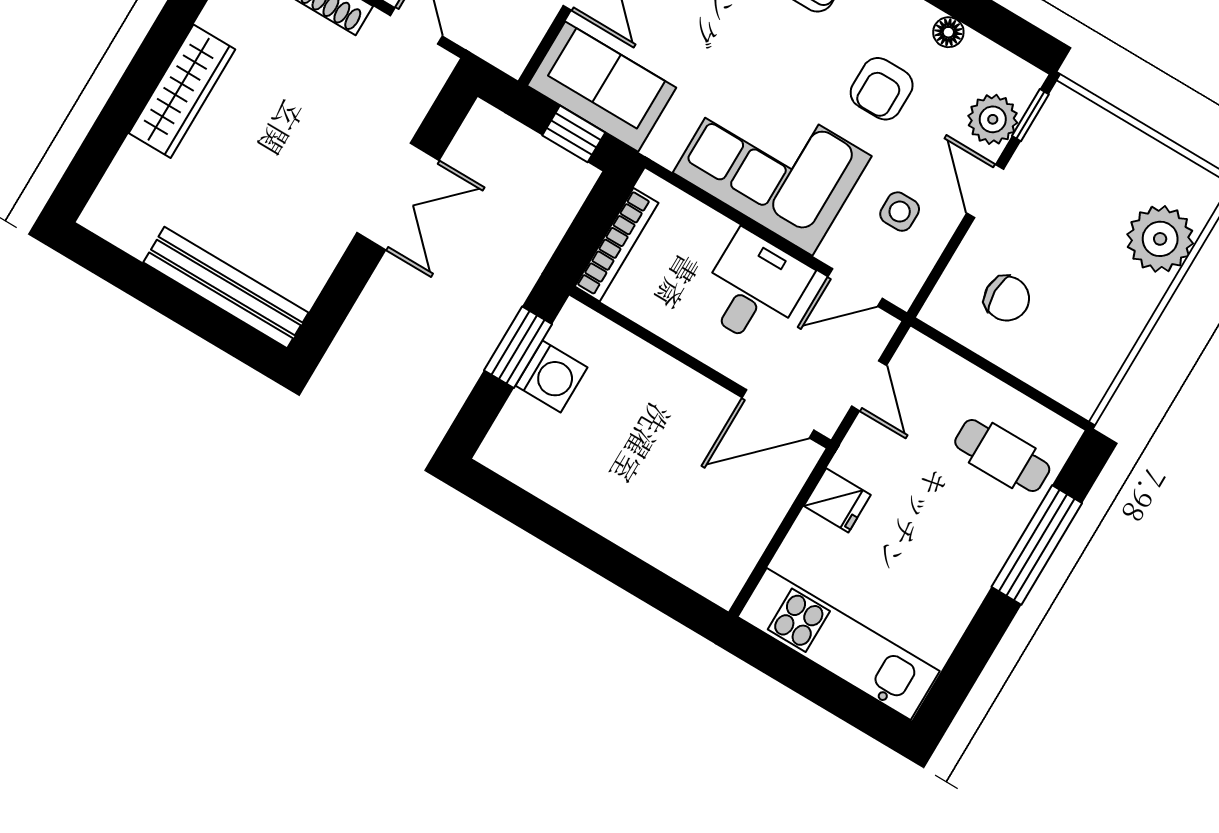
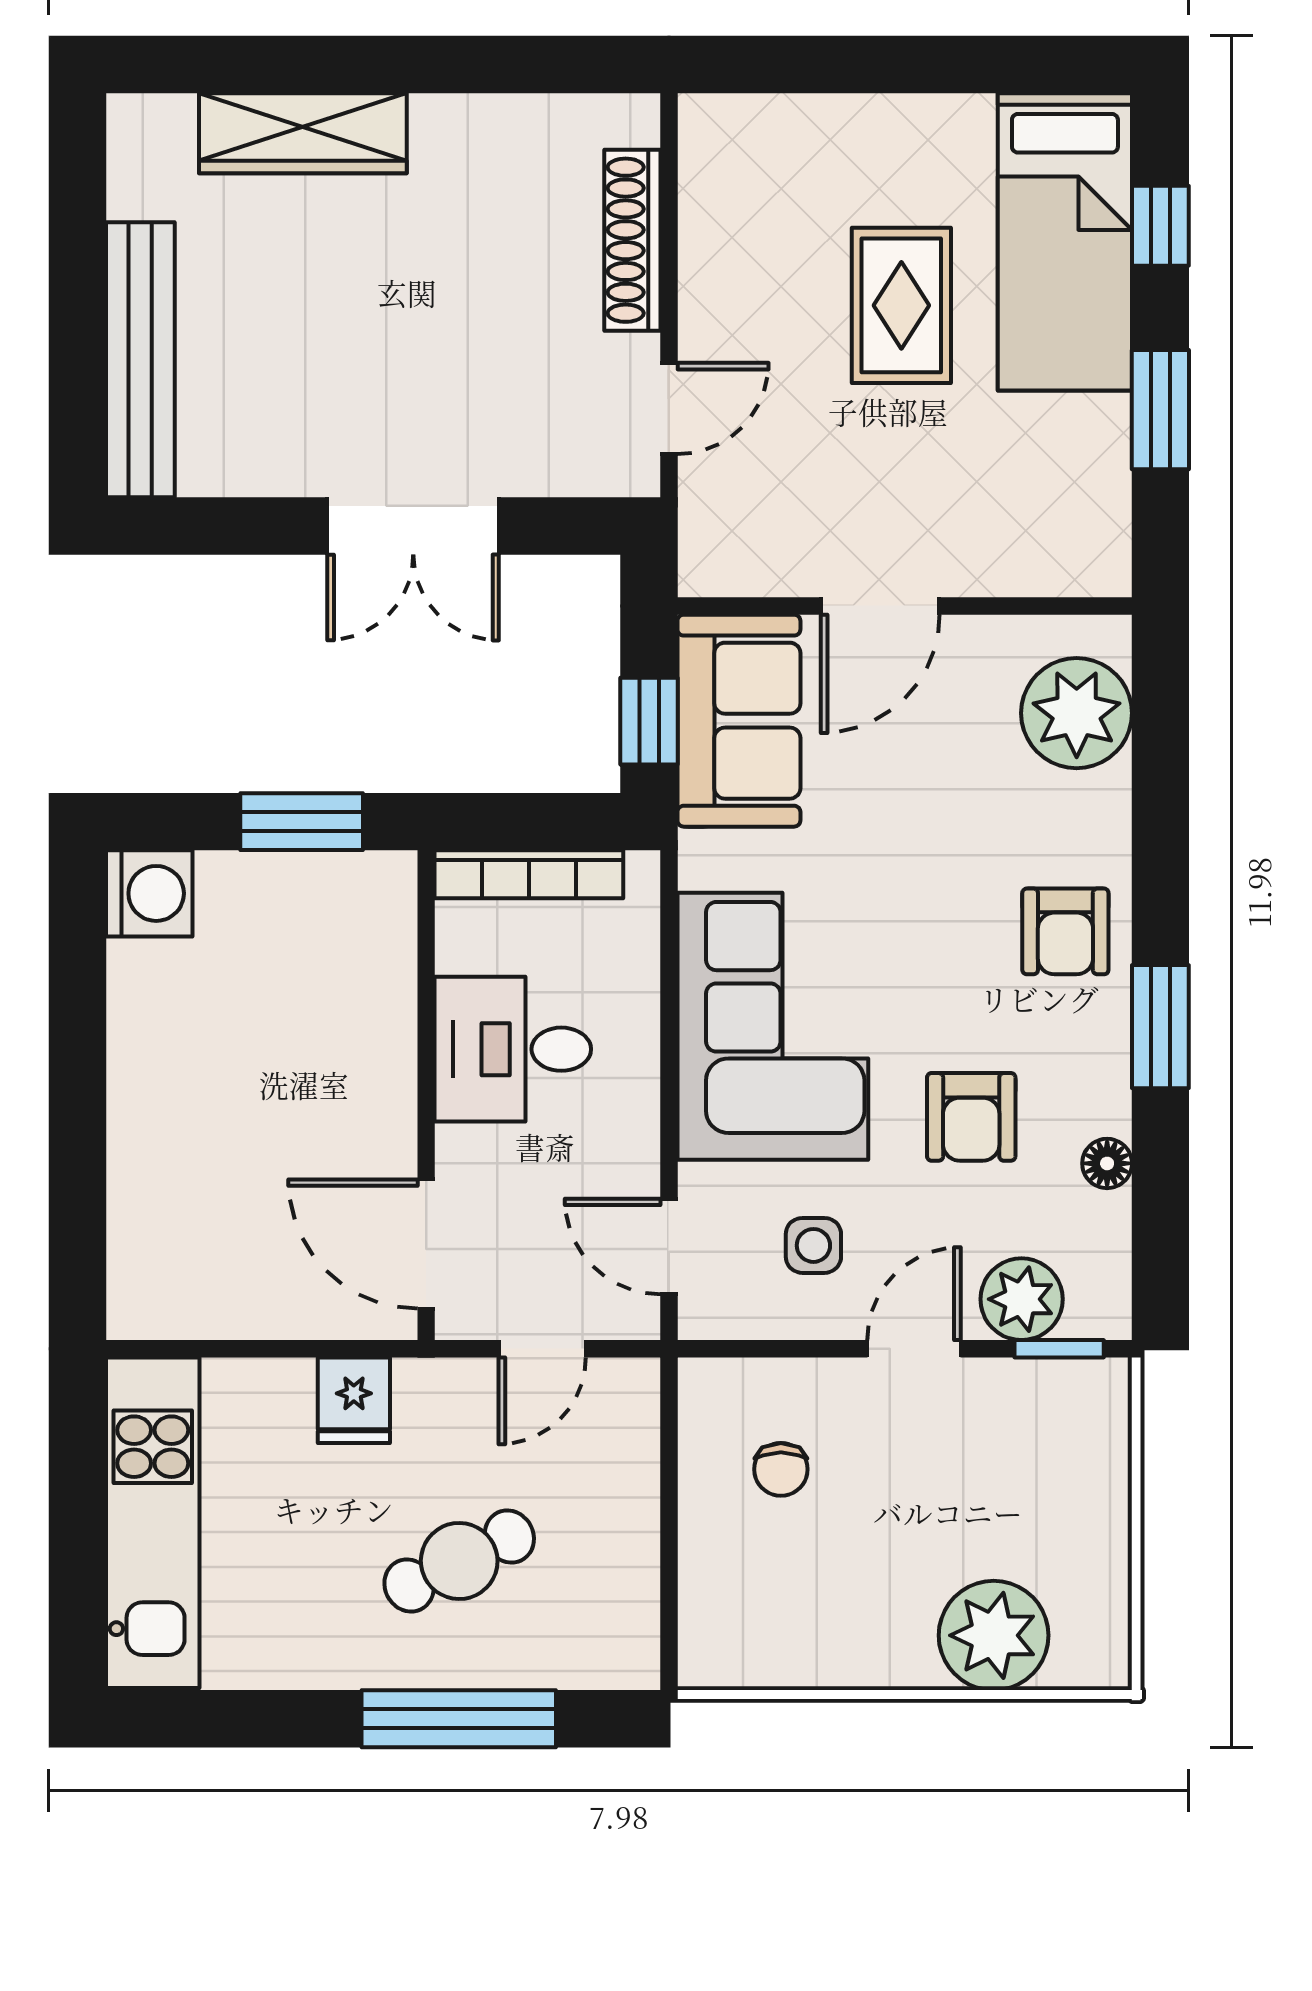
armchair: (882, 89) -> (971, 1117), turned -90
wardrobe: (182, 91) -> (303, 133), moved
desk: (754, 289) -> (513, 1049), moved, turned 180
chair: (1007, 298) -> (781, 1469), width x0.73, depth x0.73
washing machine: (551, 377) -> (149, 893), moved, turned -90
cafe table: (1002, 456) -> (459, 1561), moved, turned 64

